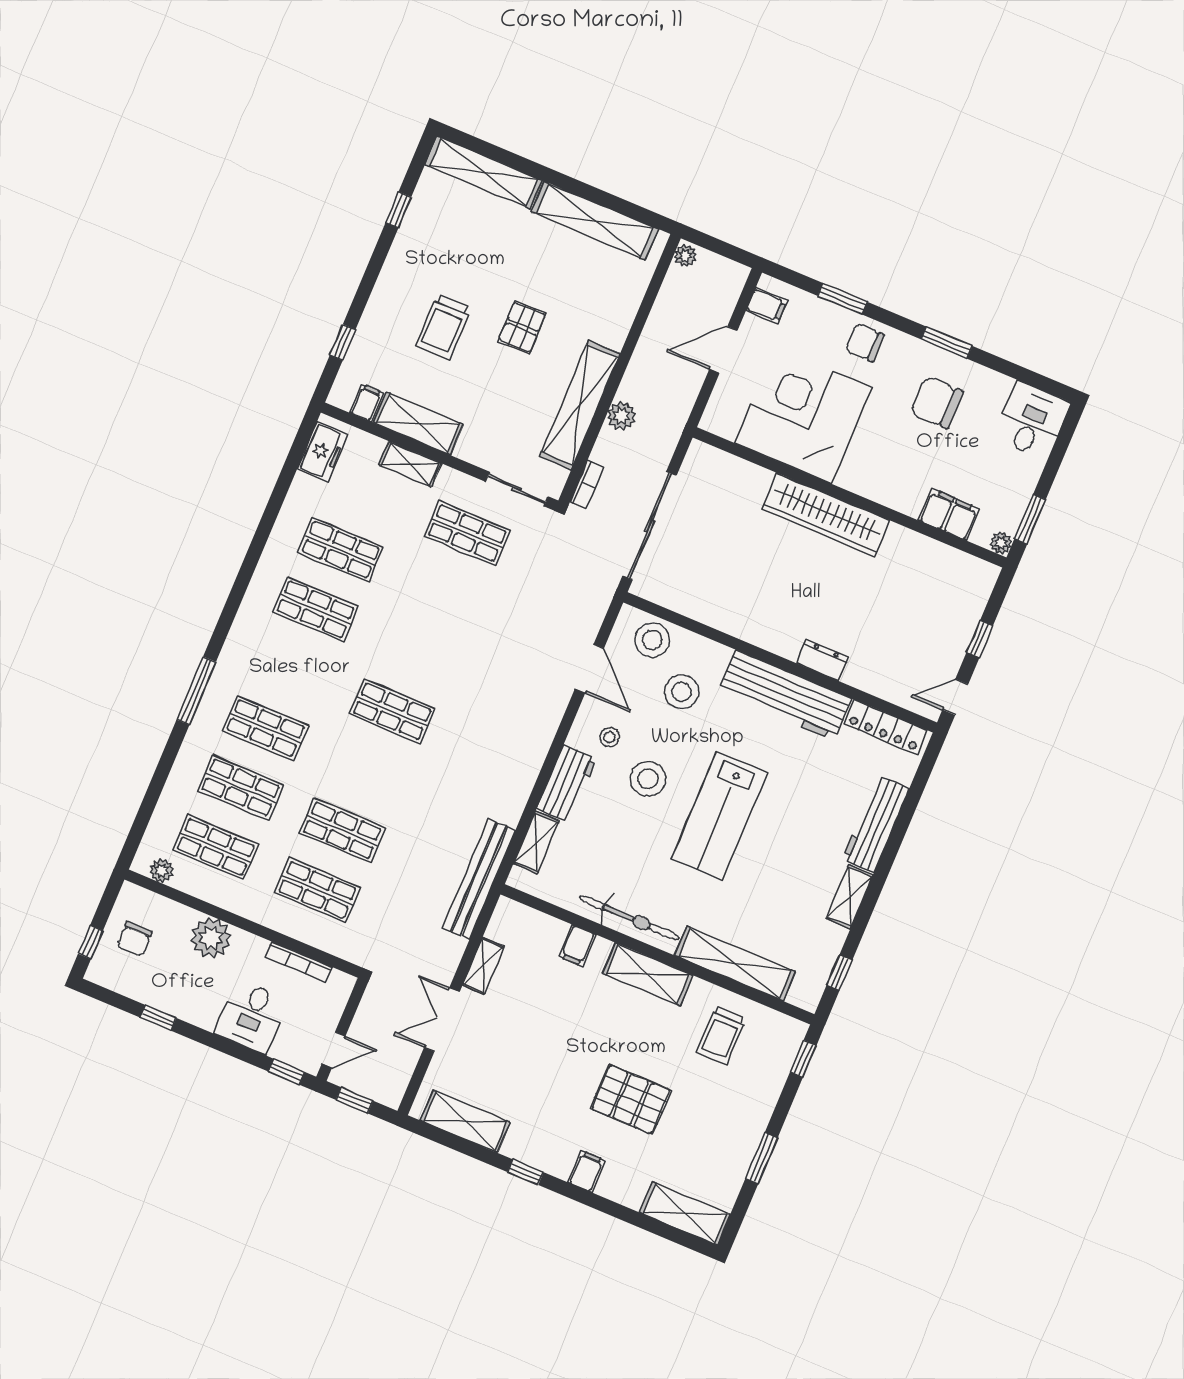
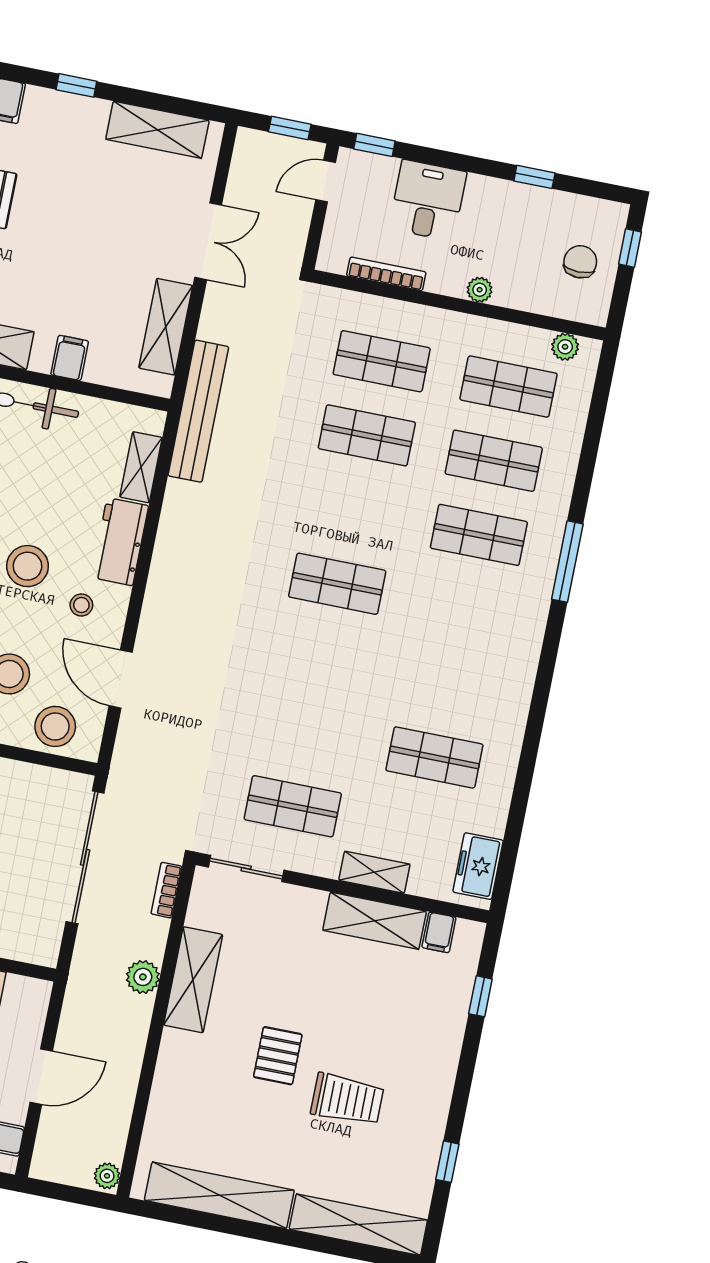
trolley: (443, 327) -> (347, 1099), moved, turned 90
shelving: (580, 405) -> (193, 980), width x0.68
shop shelf: (316, 609) -> (449, 683), removed
plant: (211, 938) -> (480, 290), width x0.53, depth x0.53
shelving: (483, 966) -> (166, 327), width x1.50, depth x1.33

